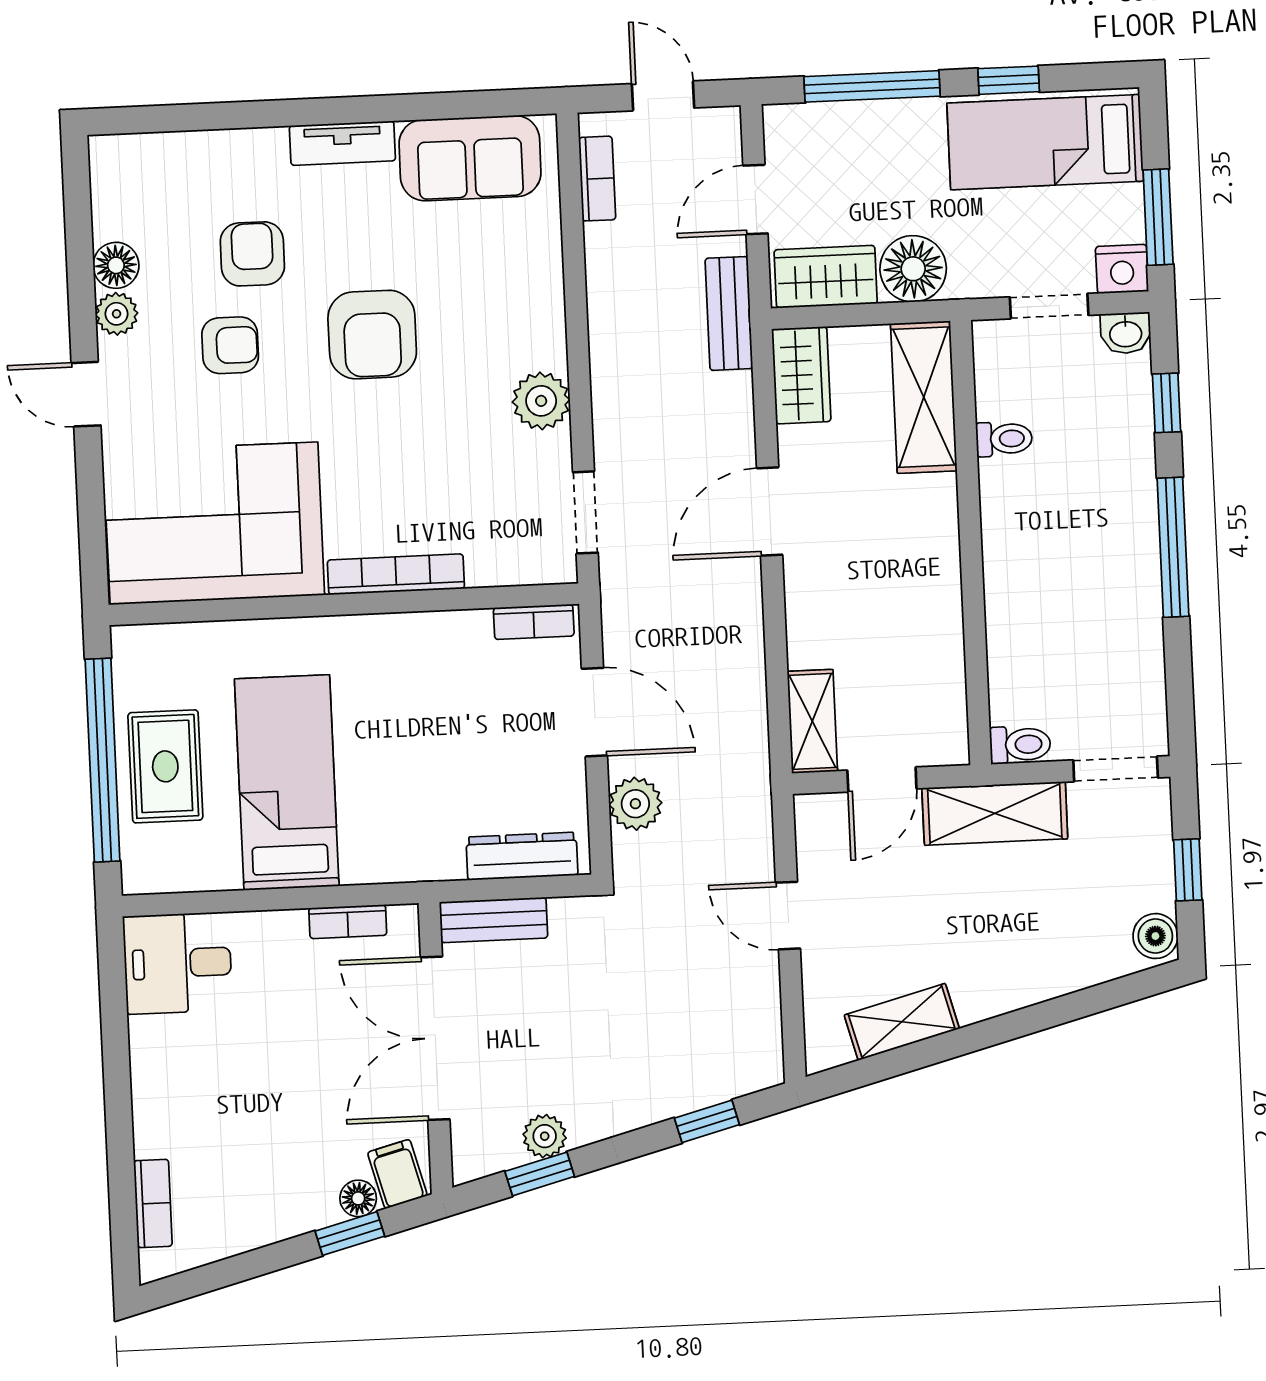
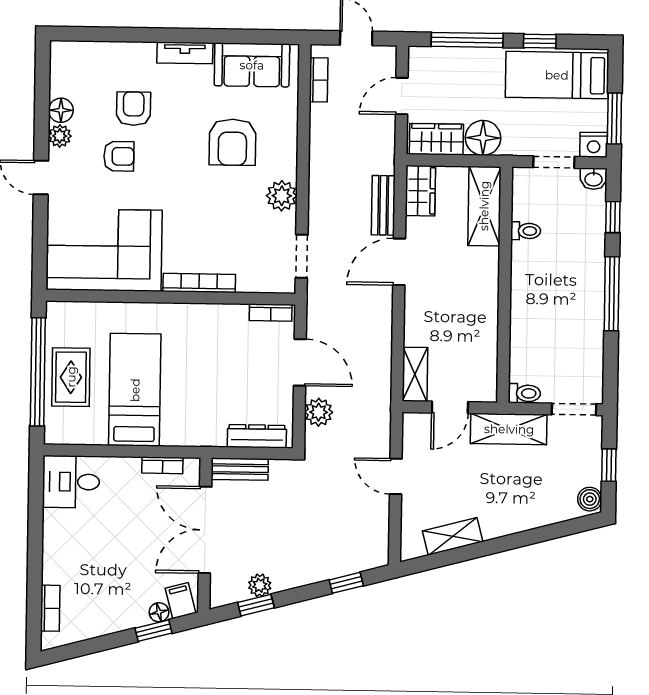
bench: (729, 313) -> (383, 205), moved
armchair: (372, 335) -> (232, 142), moved

